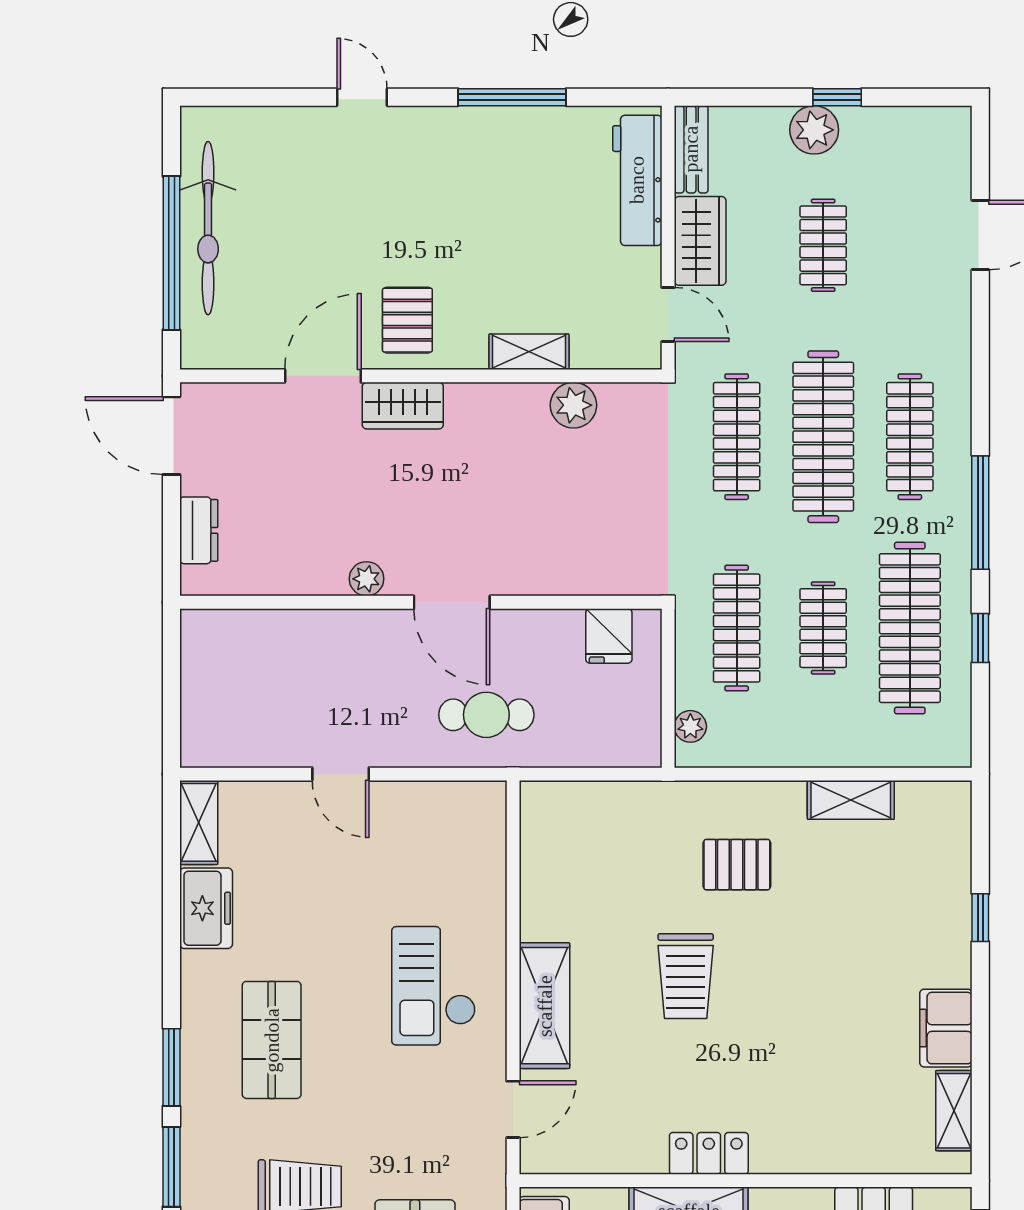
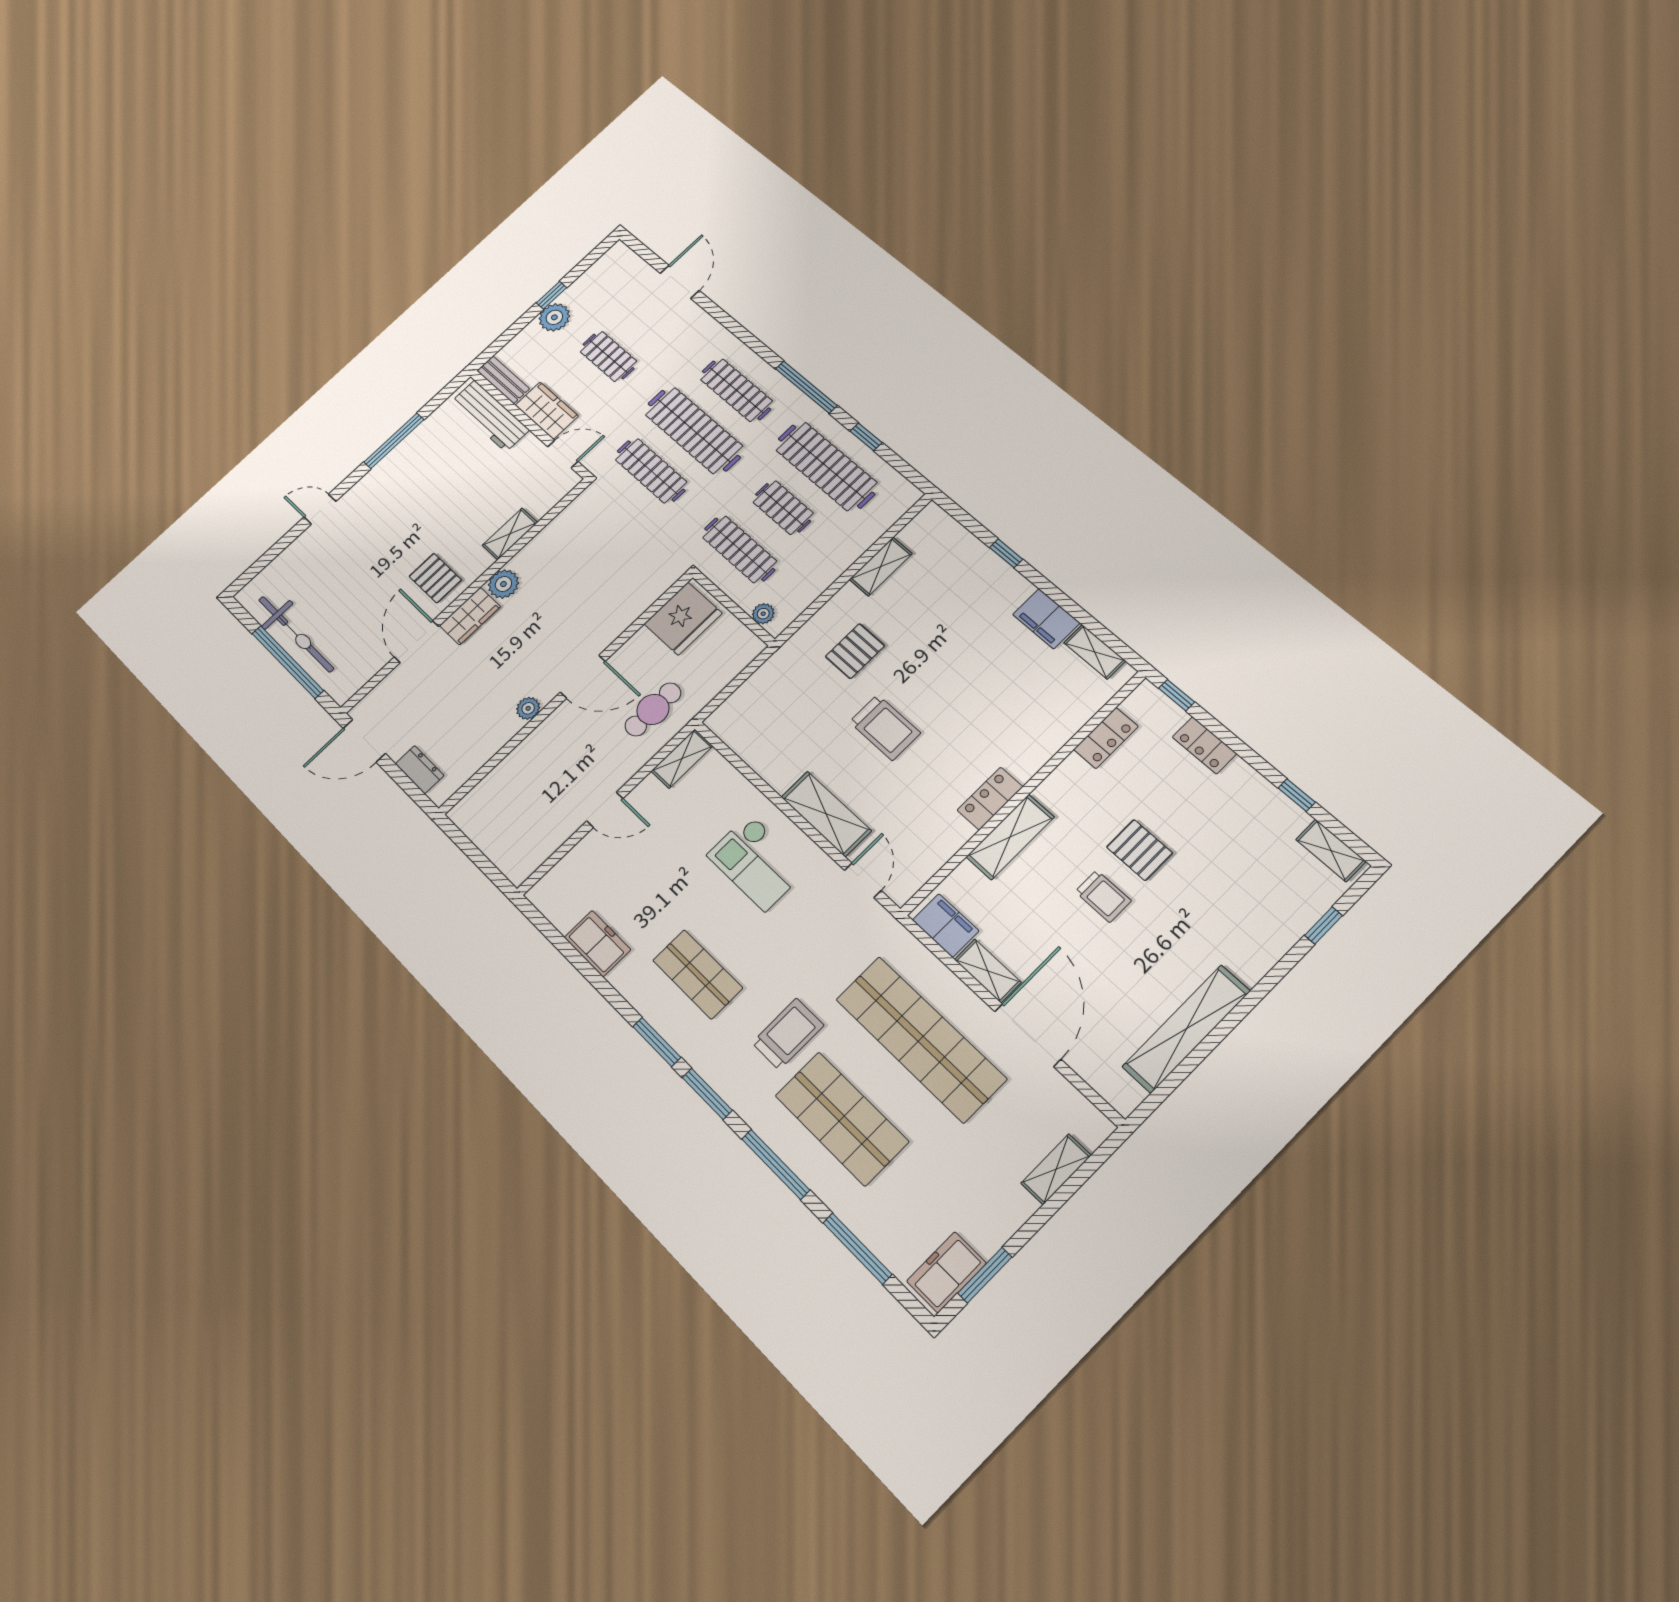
plant: (573, 405) -> (503, 584), moved
fridge: (609, 636) -> (683, 619), width x1.88, depth x1.34
shelving: (199, 822) -> (682, 759), moved, turned 90

